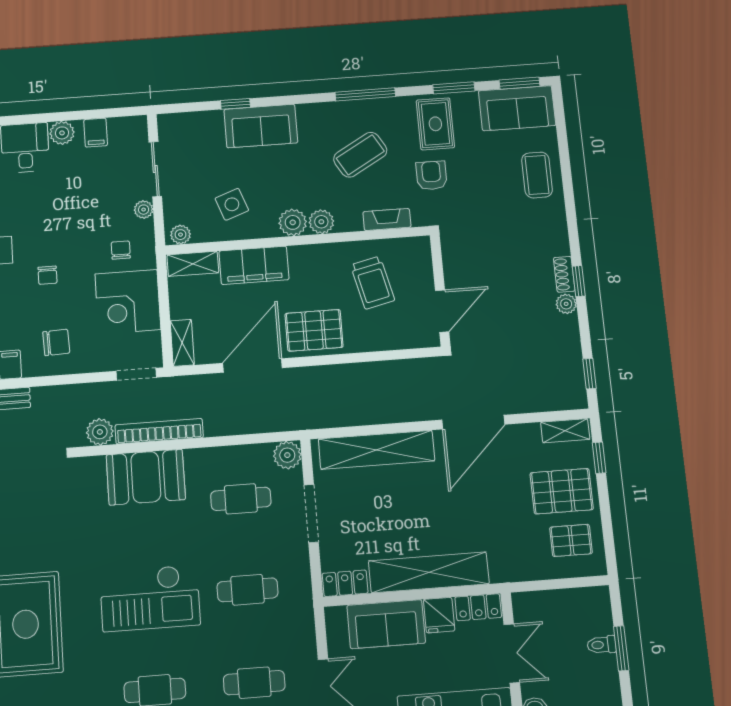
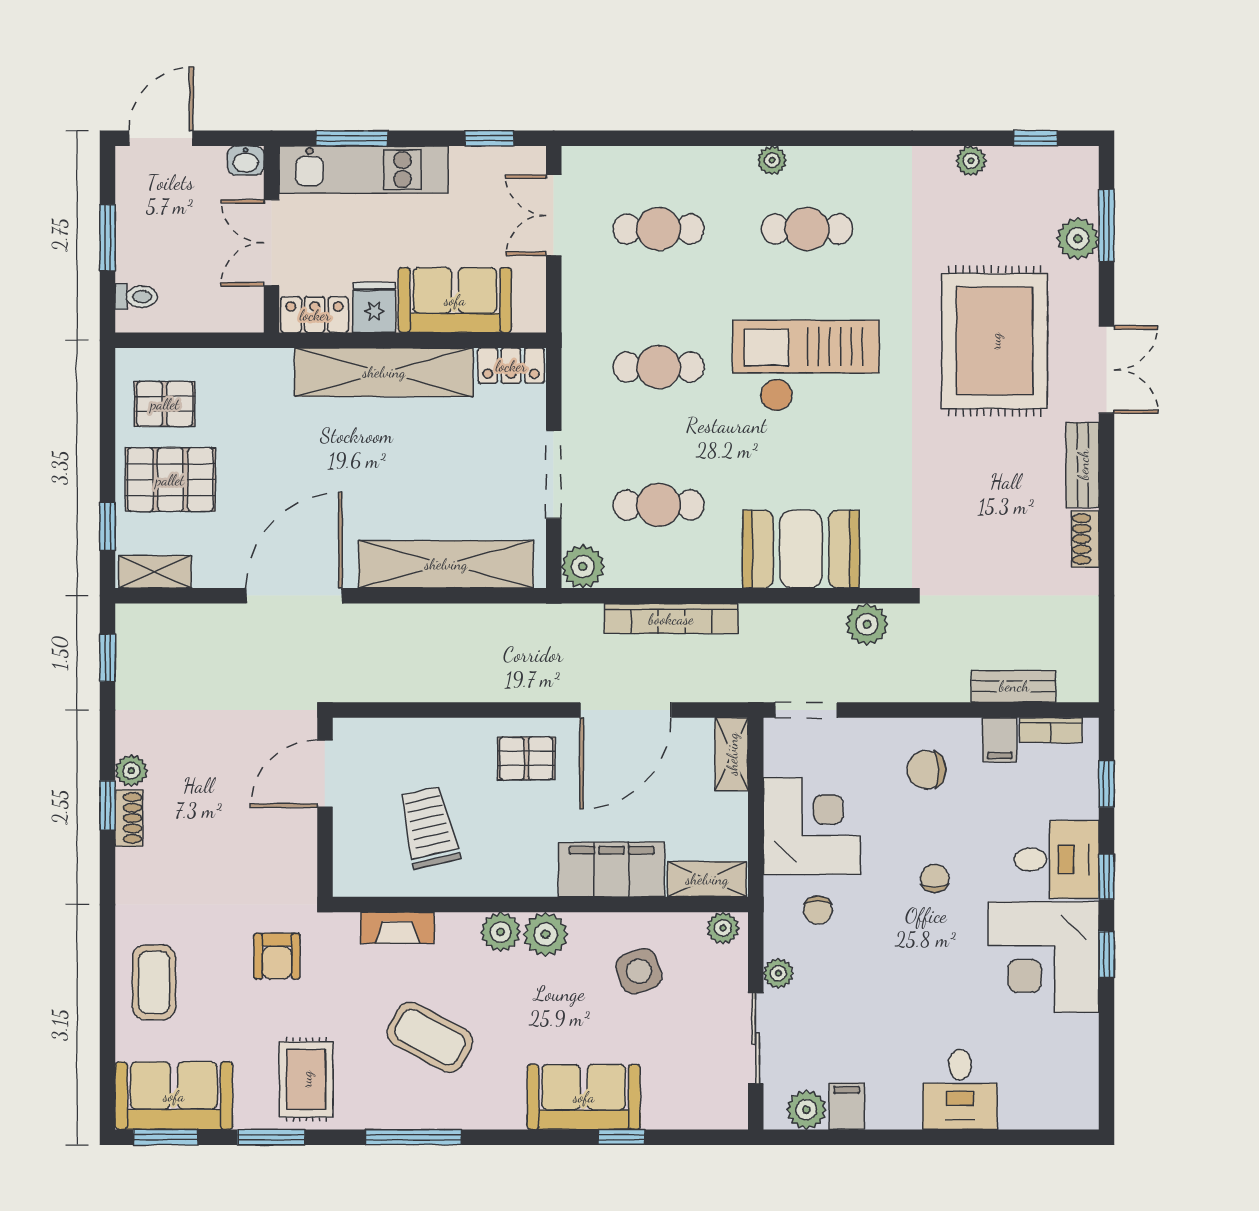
plant: (62, 133) -> (806, 1110), moved
coffee table: (360, 155) -> (430, 1037), turned 58
armchair: (431, 175) -> (277, 956), moved
pallet: (314, 330) -> (526, 758), width x0.67, depth x0.71
bookcase: (159, 431) -> (671, 619), moved
toilet: (602, 645) -> (136, 297), moved

